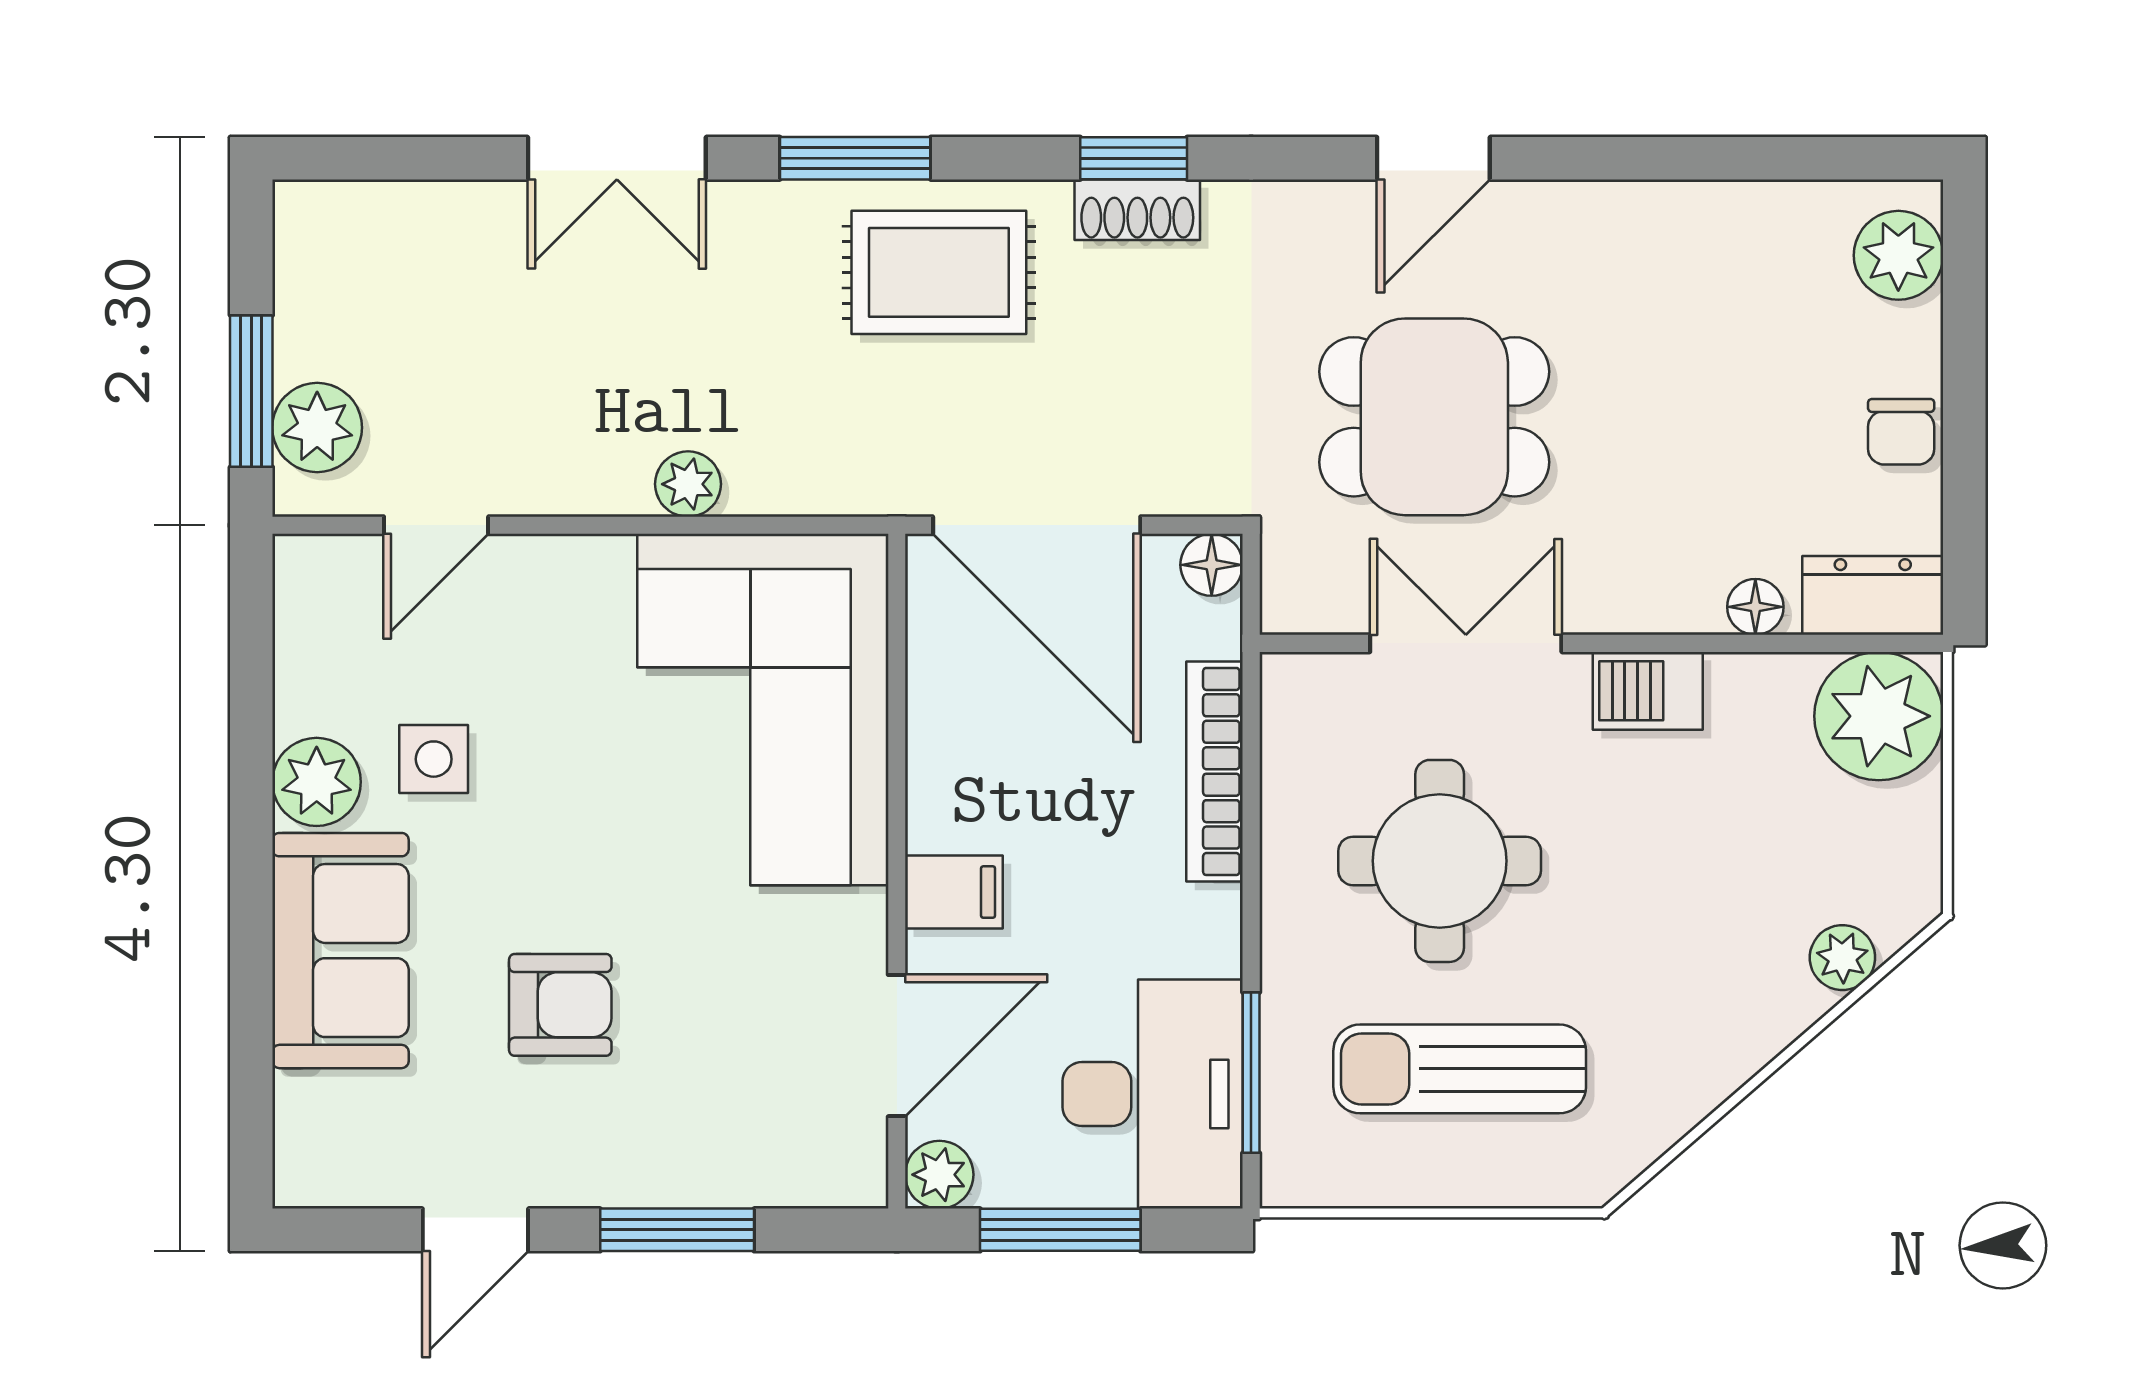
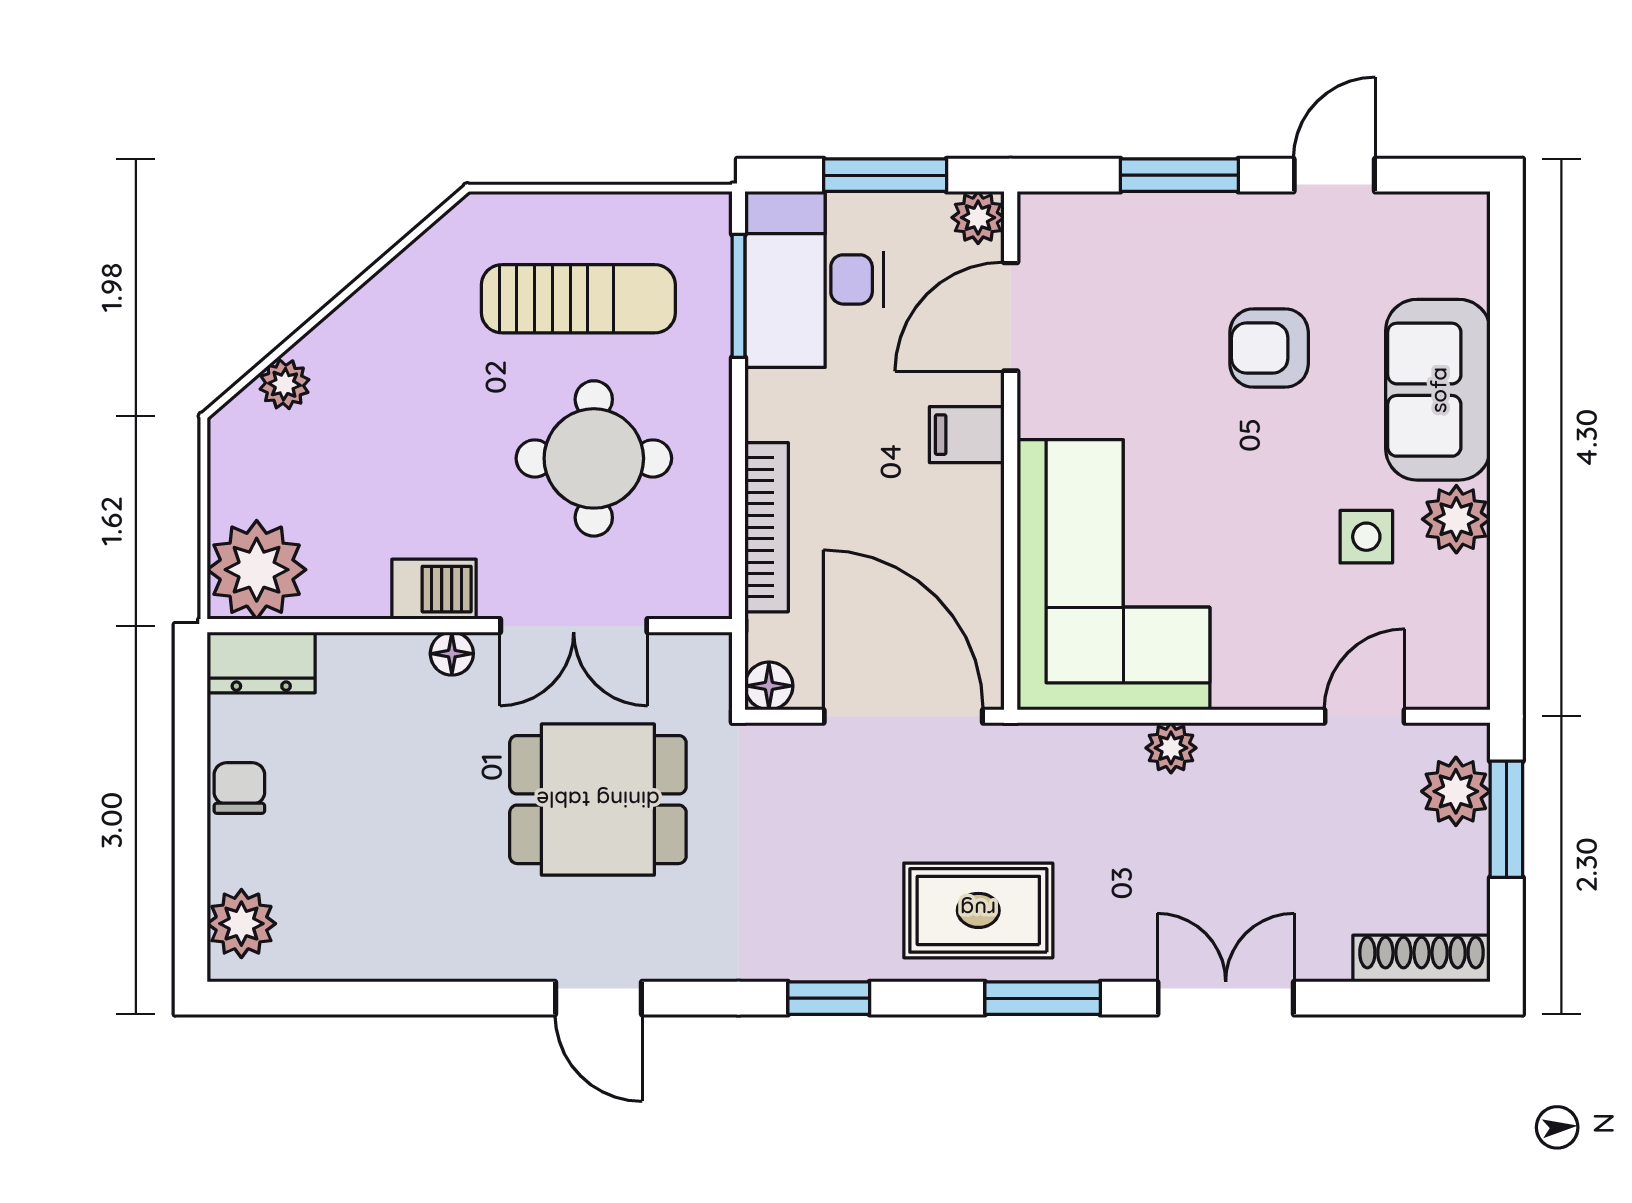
door: (1433, 158) -> (599, 998), swing flipped
shoe rack: (1137, 210) -> (1422, 959), moved, width x1.43
floor lamp: (1755, 607) -> (452, 654), moved

